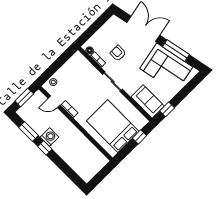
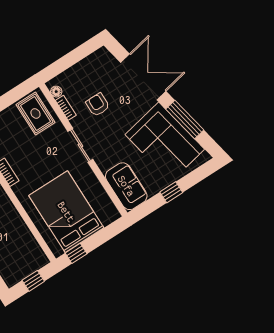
rug: (79, 67) -> (35, 113), added
window: (167, 109) -> (171, 192), moved
window: (140, 137) -> (76, 253), moved
window: (101, 175) -> (33, 281), added

